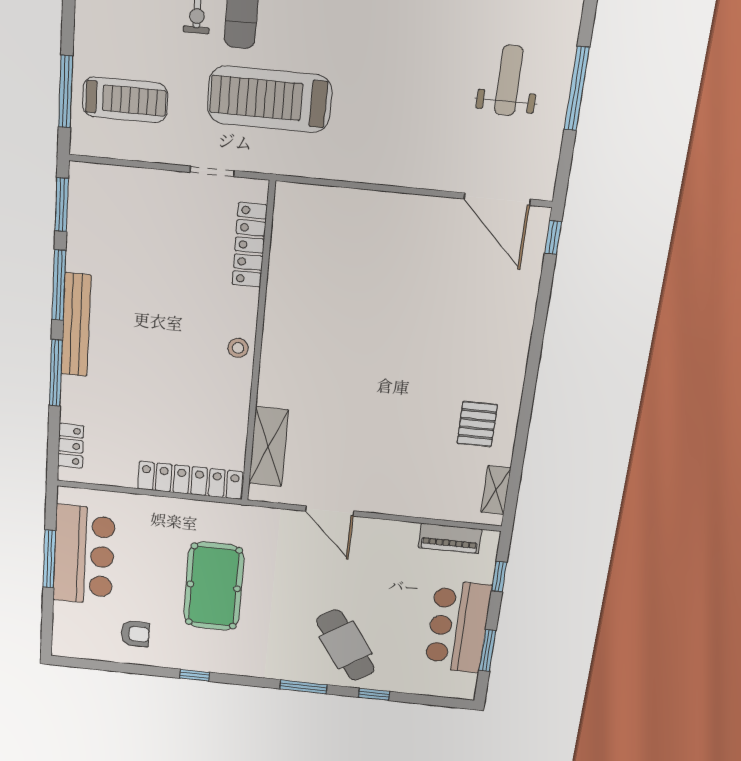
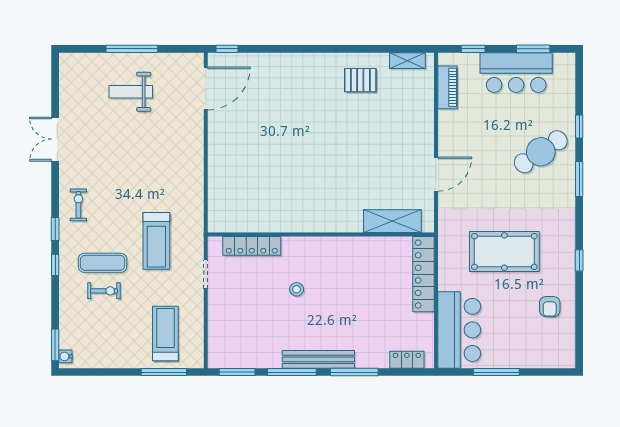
treadmill: (269, 99) -> (156, 241), width x0.73, depth x0.73
stool: (238, 348) -> (297, 289), moved
bar counter: (84, 555) -> (459, 330), moved, turned 90
armchair: (135, 634) -> (550, 307), turned 180

